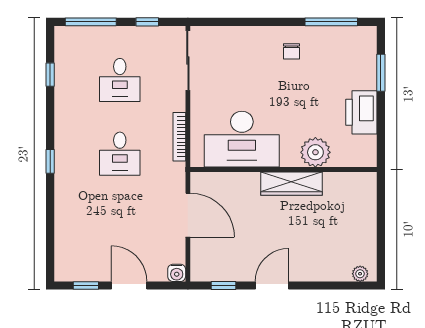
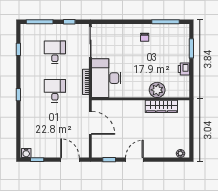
desk: (120, 80) -> (55, 52), turned 180
printer: (361, 112) -> (184, 69), width x0.53, depth x0.68
desk: (242, 139) -> (106, 78), moved, turned 90
desk: (120, 154) -> (55, 91), turned 180
wardrobe: (292, 184) -> (161, 106), moved
water cooler: (177, 273) -> (26, 153), moved
door: (129, 286) -> (70, 160), moved

